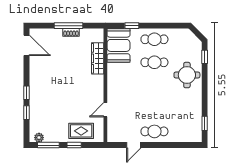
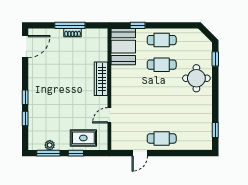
door: (27, 45) -> (25, 47), hinge flipped
wardrobe: (98, 58) -> (101, 79), moved
plant: (39, 138) -> (50, 145), moved

